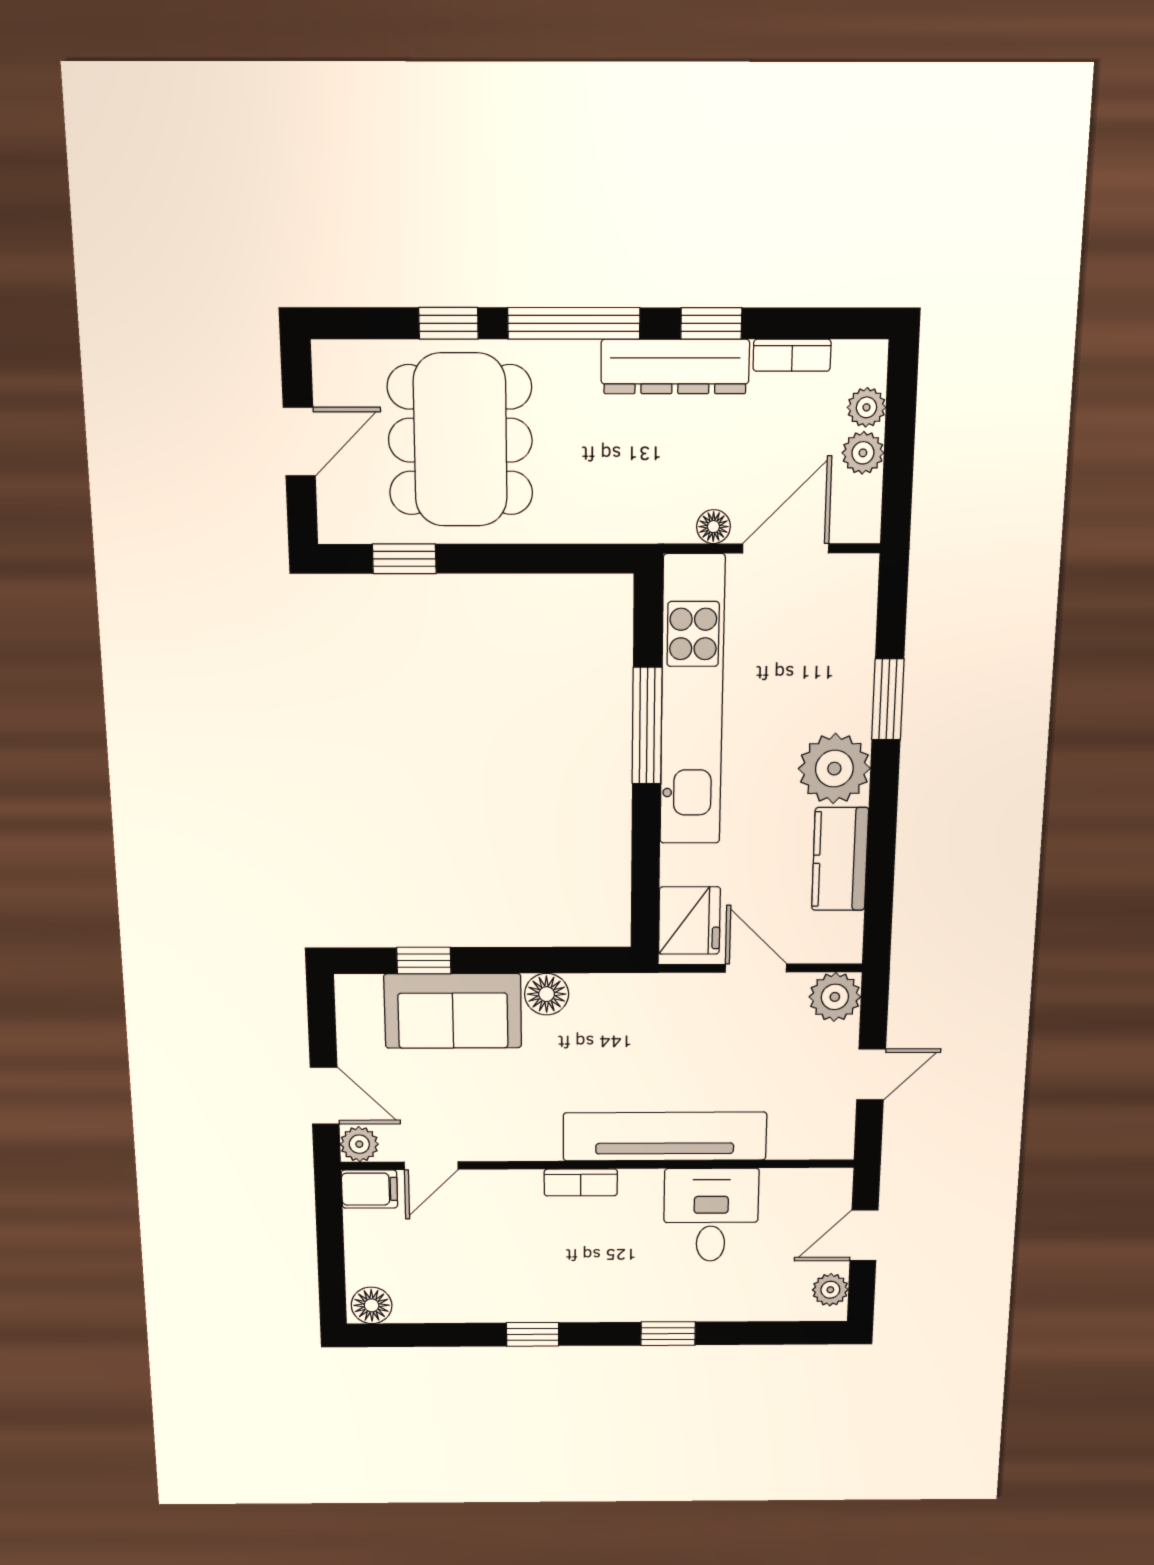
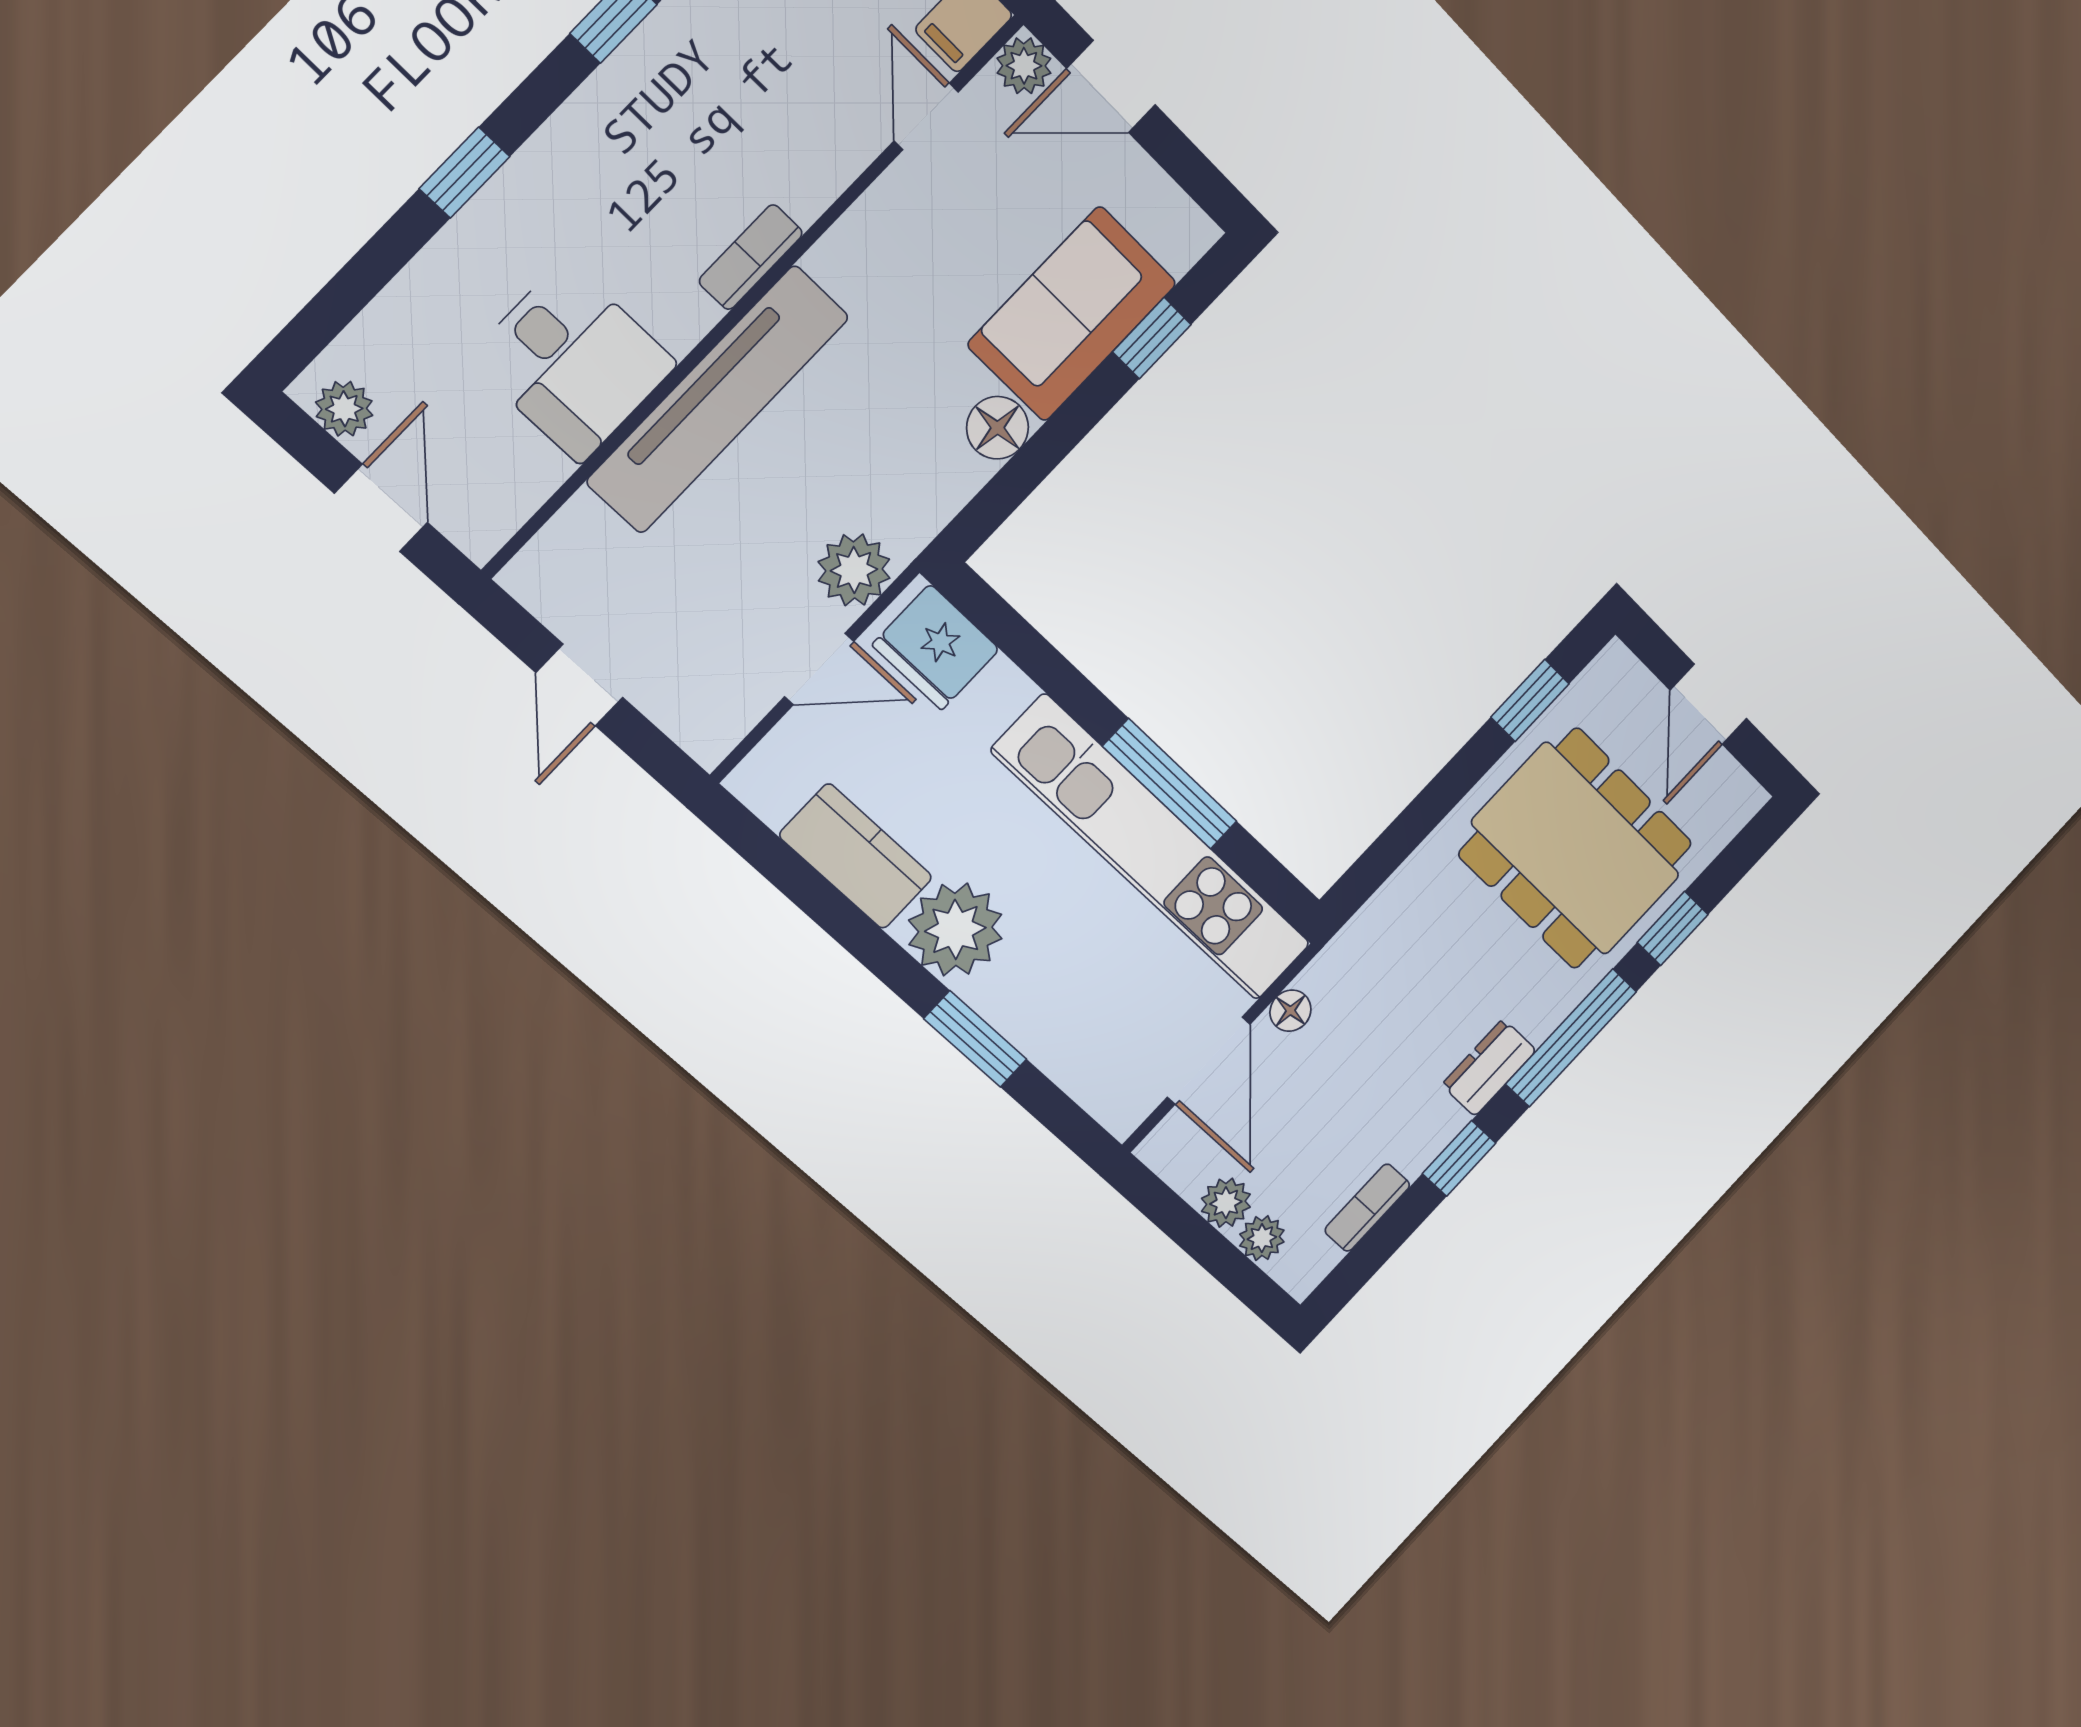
dresser: (675, 367) -> (1489, 1067), width x0.51, depth x0.80
plant: (835, 997) -> (854, 570), moved

